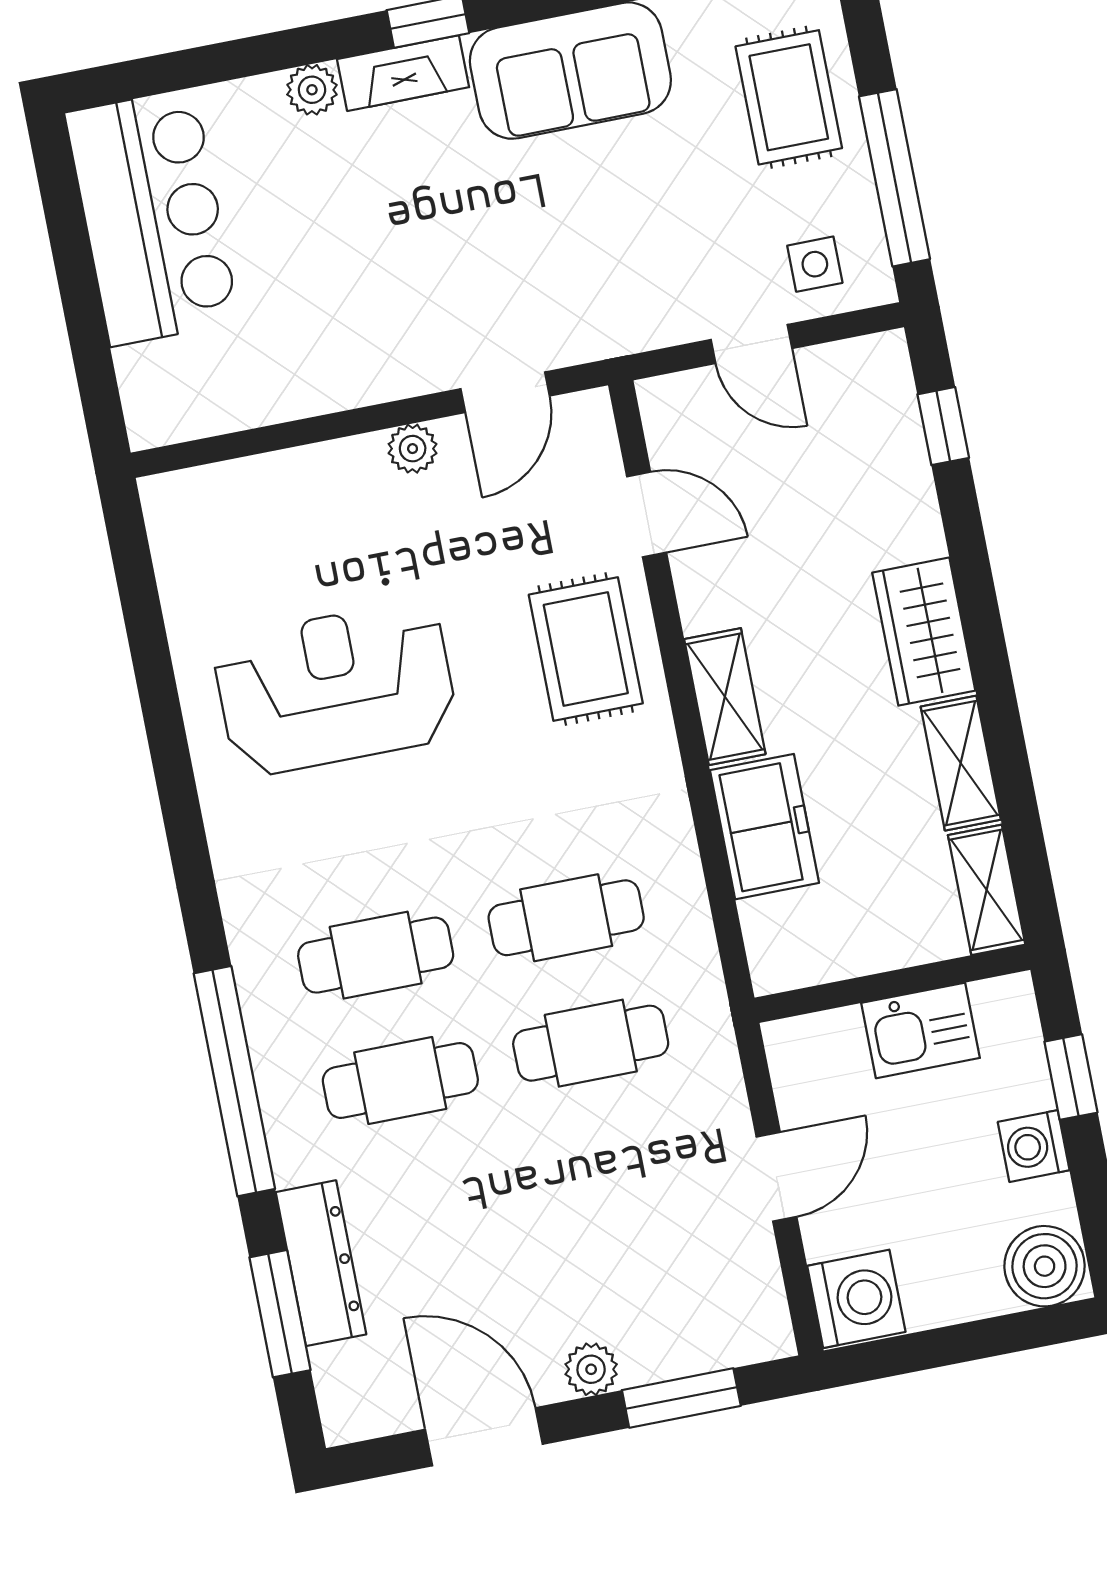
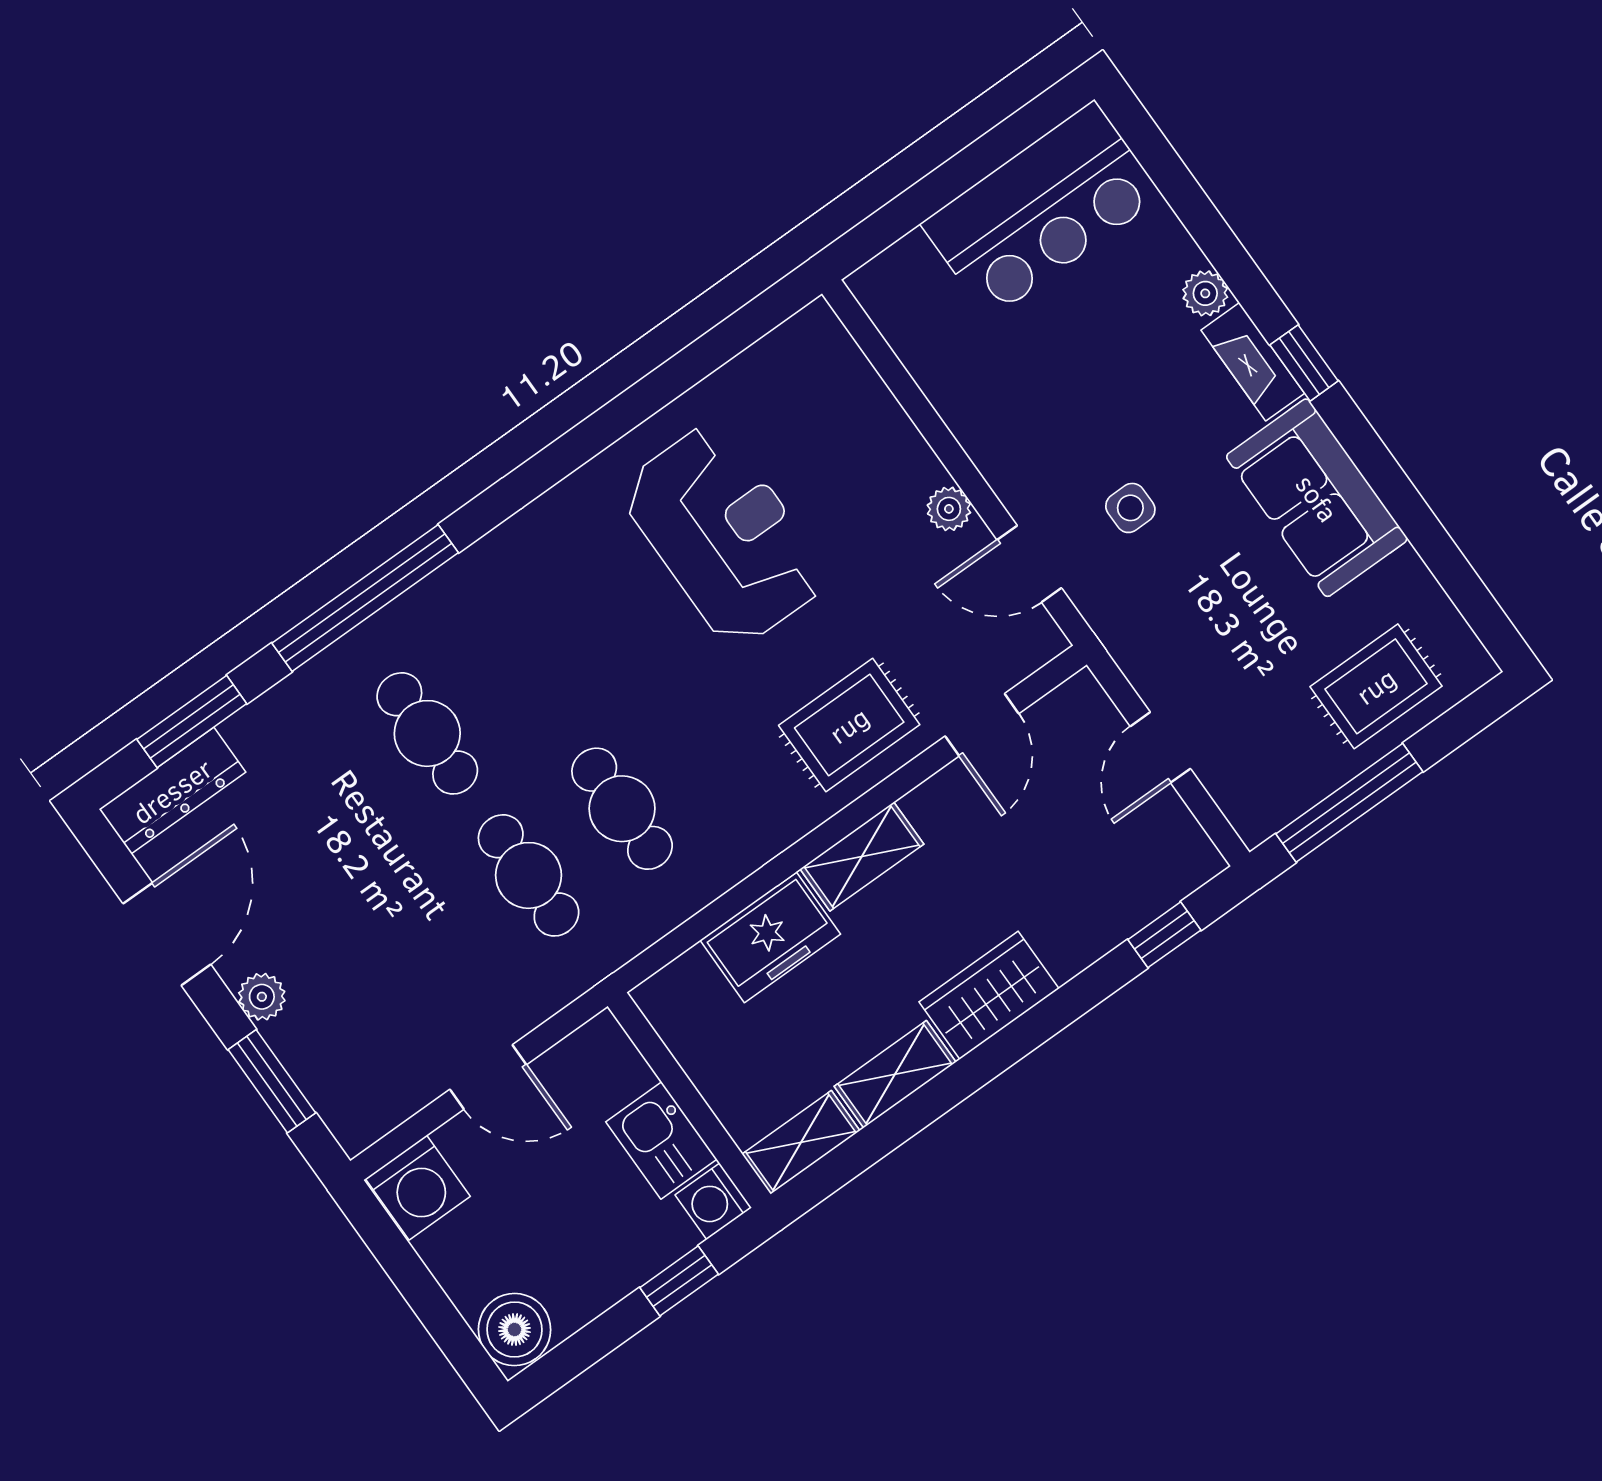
side table: (815, 264) -> (1130, 508), moved
cafe table: (376, 955) -> (521, 667), removed
washing machine: (1034, 1146) -> (713, 1201), moved, turned -90
dresser: (321, 1263) -> (172, 791), moved

